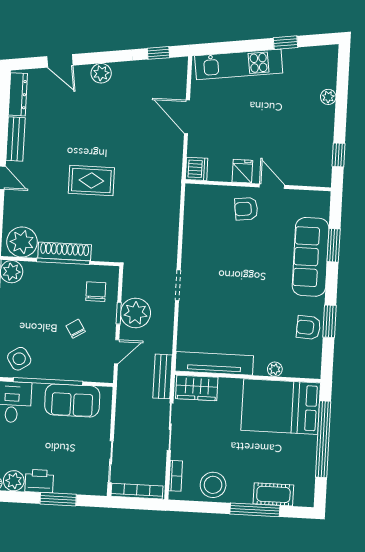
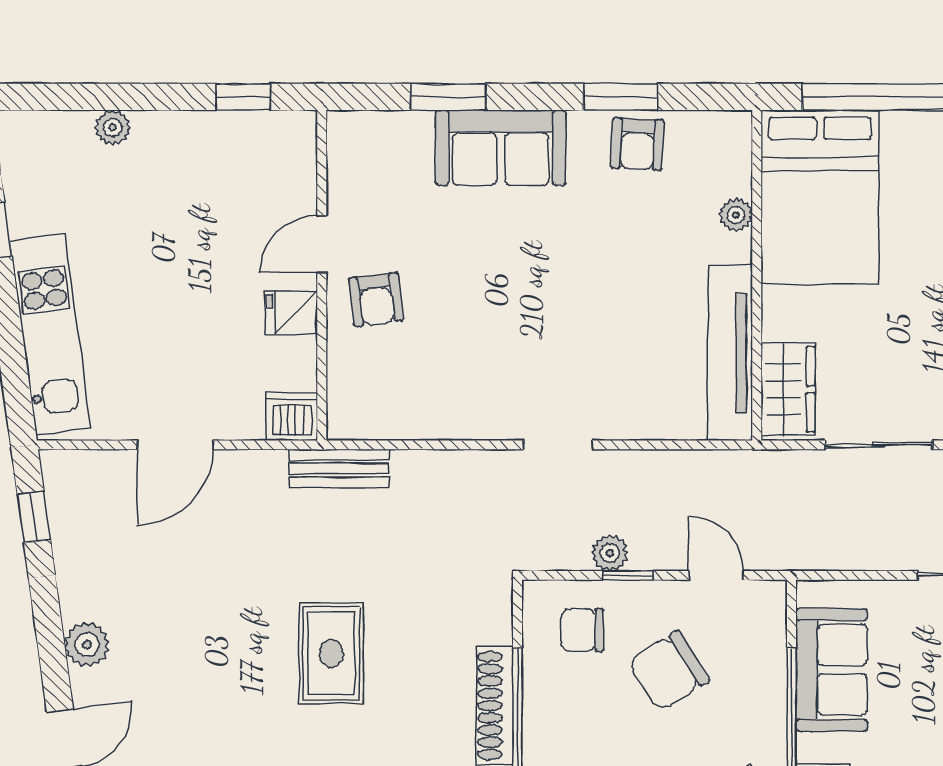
sofa: (311, 257) -> (501, 148), width x0.73
plant: (136, 313) -> (610, 553), width x0.53, depth x0.53
chair: (76, 329) -> (669, 671), width x1.87, depth x1.87
bench: (163, 376) -> (339, 468), moved

